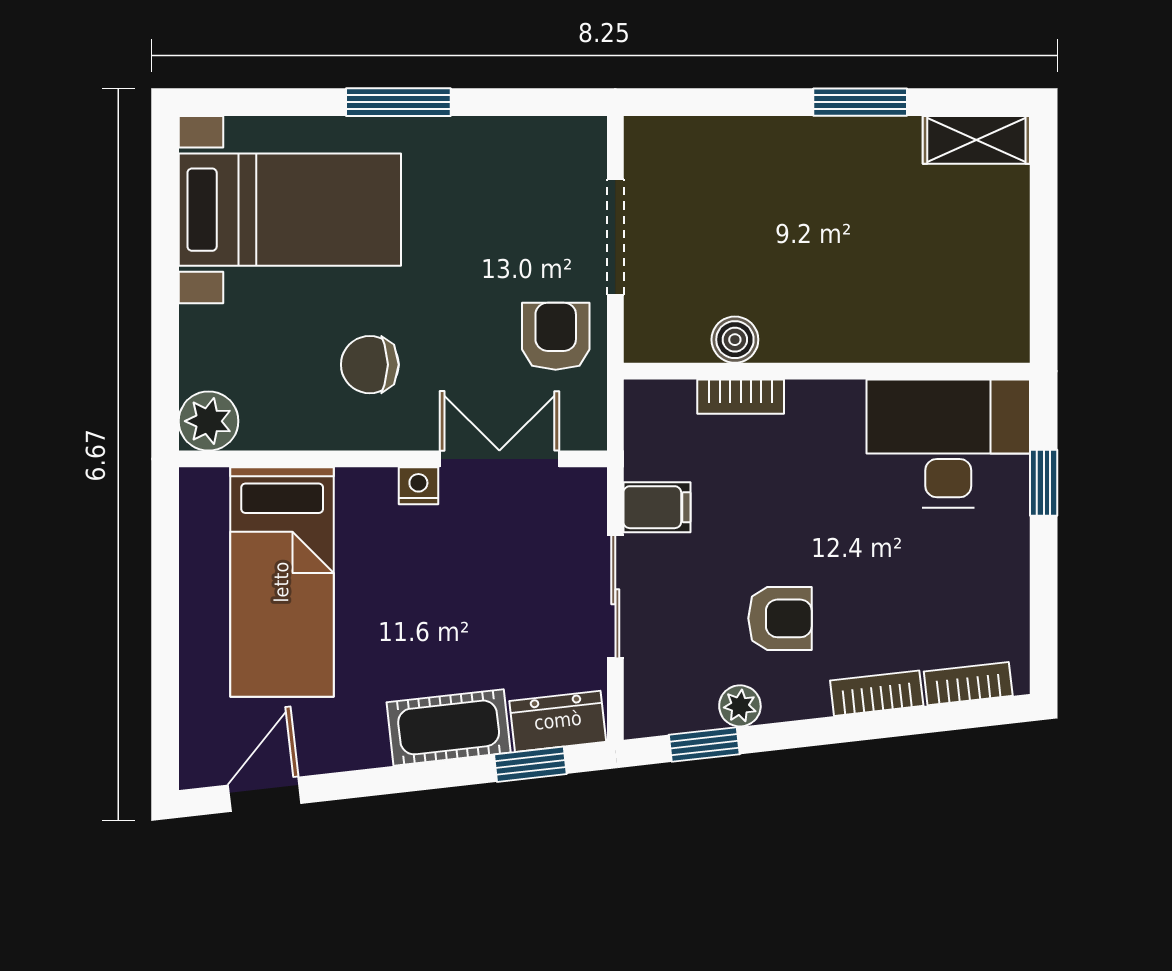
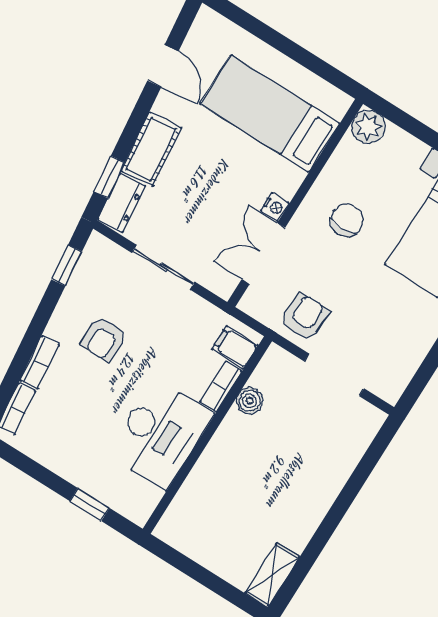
window: (860, 102) -> (325, 531), removed
armchair: (556, 336) -> (305, 317), turned -90
desk: (948, 443) -> (160, 434), moved
double door: (499, 459) -> (263, 254), swing flipped
filing cabinet: (657, 507) -> (235, 347), moved, turned 90
plant: (740, 706) -> (74, 294), removed
door: (265, 794) -> (163, 66), moved

